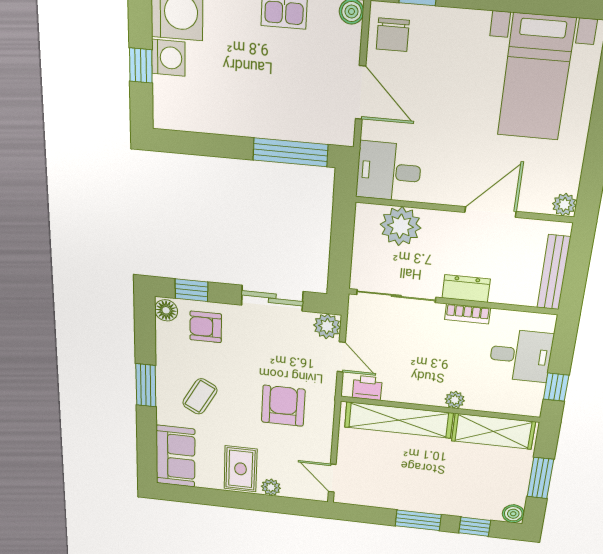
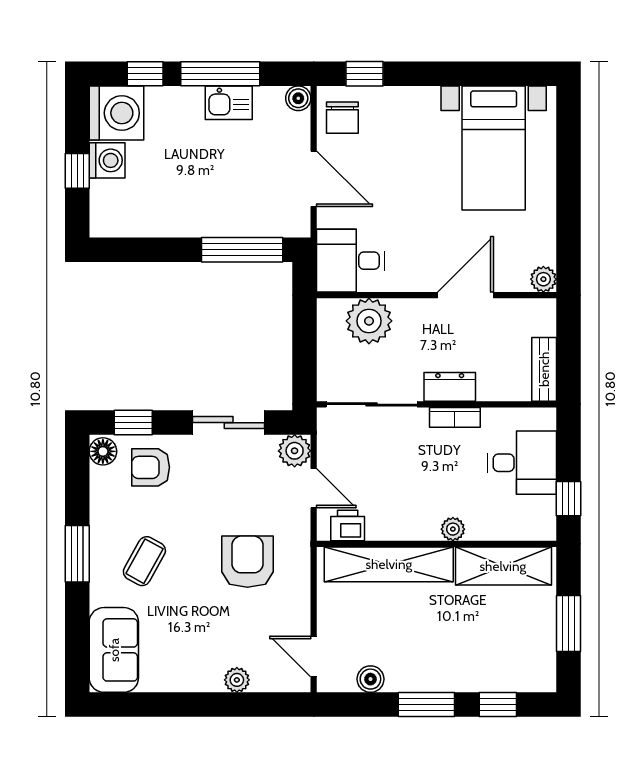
bench: (554, 272) -> (544, 369), width x0.73
rug: (241, 469) -> (197, 658), removed
boiler: (513, 514) -> (370, 679), moved

